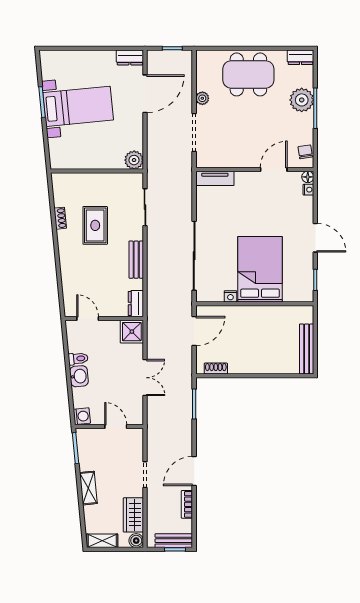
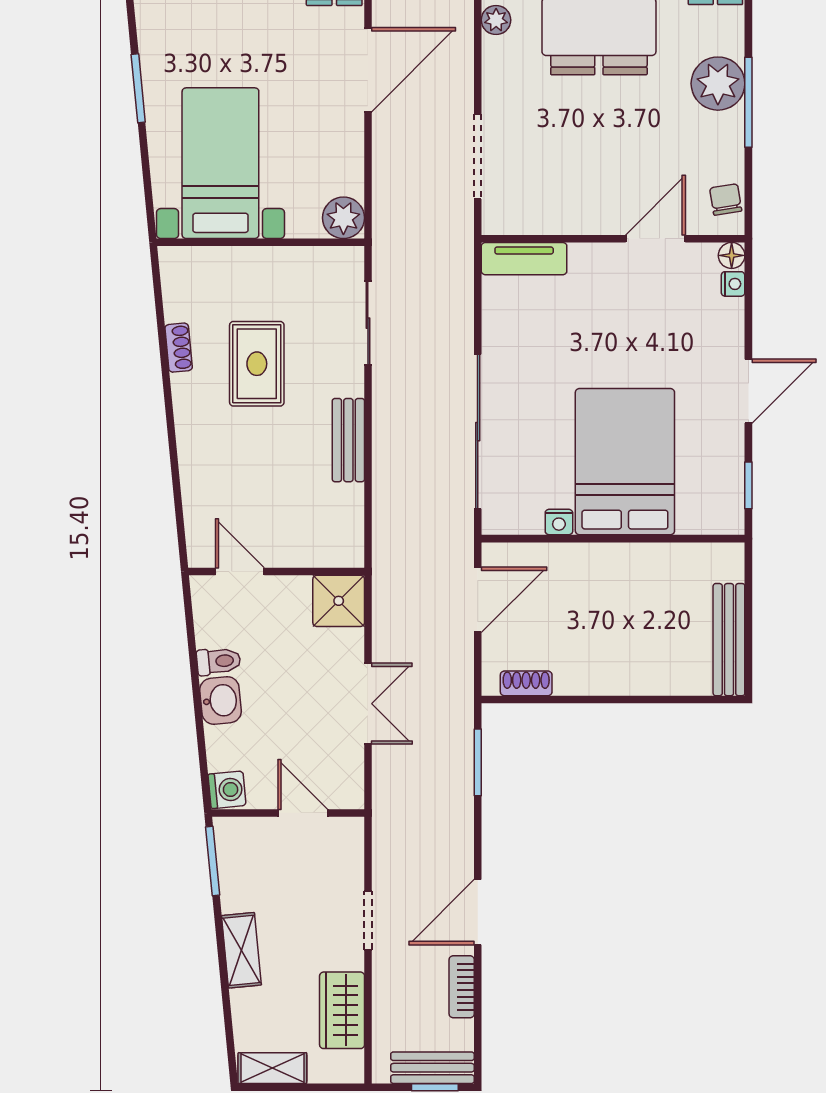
plant: (202, 98) -> (496, 20), moved
bed with nightstands: (78, 106) -> (220, 163), moved, turned -84
door: (315, 238) -> (748, 391), hinge flipped
dresser: (136, 304) -> (348, 538), removed
boiler: (136, 541) -> (348, 1068), removed

